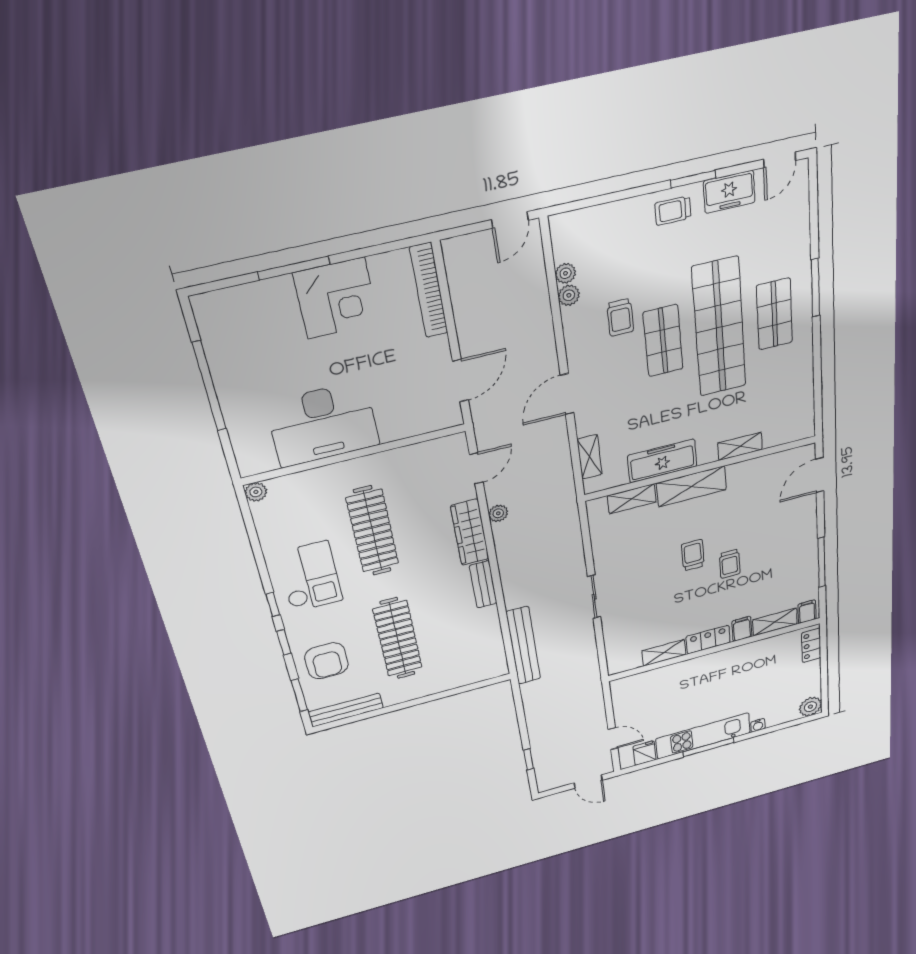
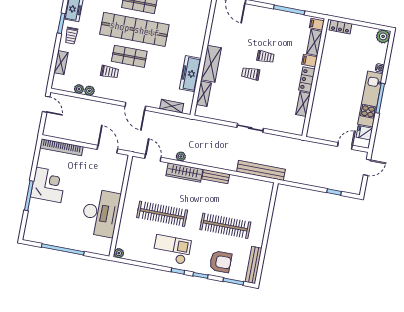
shelving: (740, 446) -> (61, 63), moved

